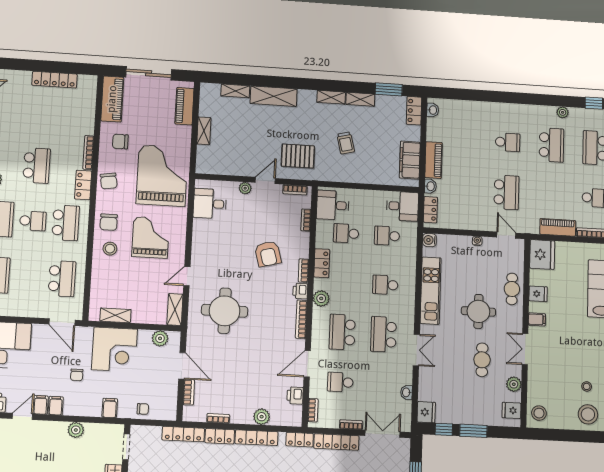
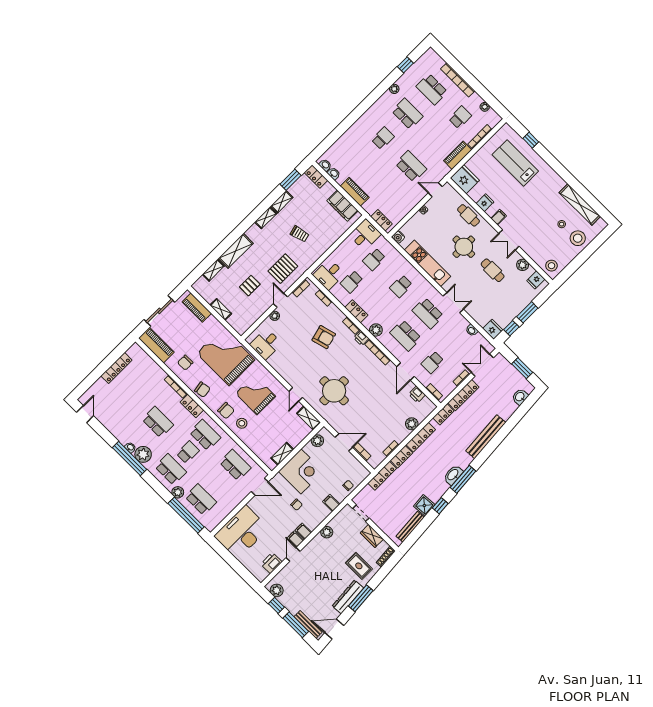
pallet: (252, 139) -> (250, 286), added
washbasin: (430, 186) -> (334, 174), moved

